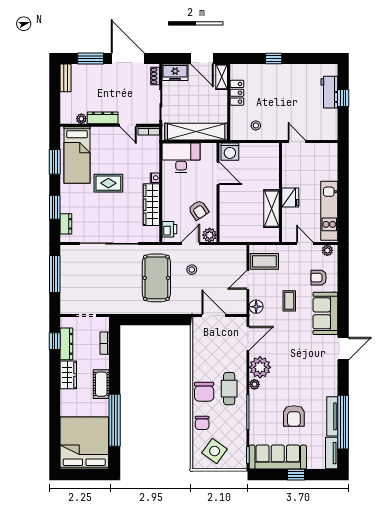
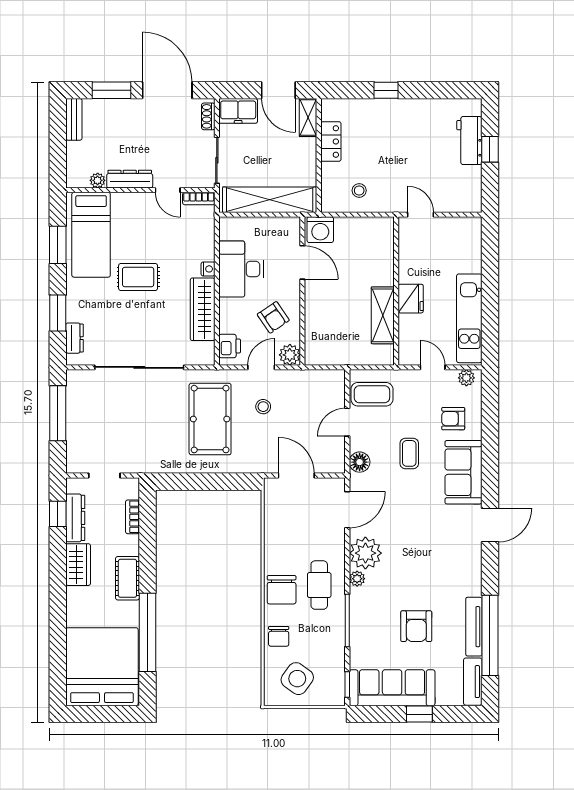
desk: (181, 158) -> (241, 269), moved, turned -90

